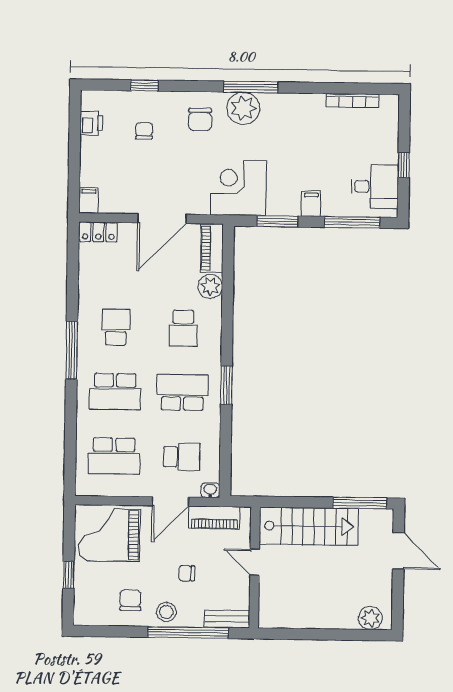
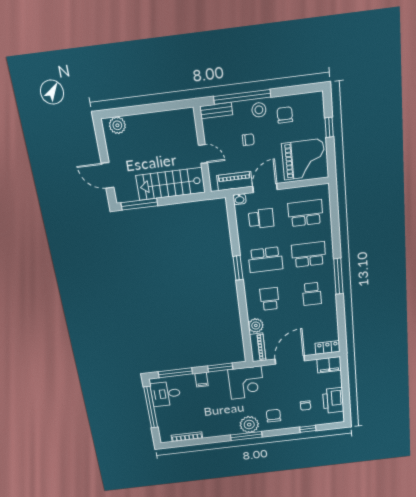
printer: (91, 123) -> (333, 400), width x1.87, depth x1.48
window: (404, 165) -> (151, 407), width x3.17
filing cabinet: (89, 200) -> (329, 365), width x2.00
school desk: (182, 457) -> (261, 219), turned 180
chair: (130, 600) -> (285, 115), turned 180

